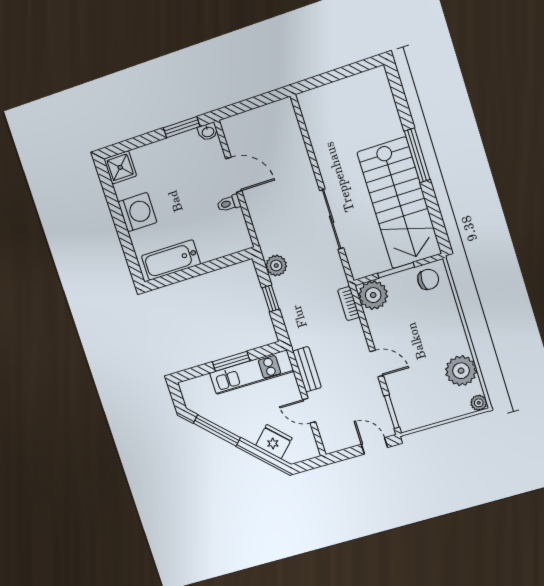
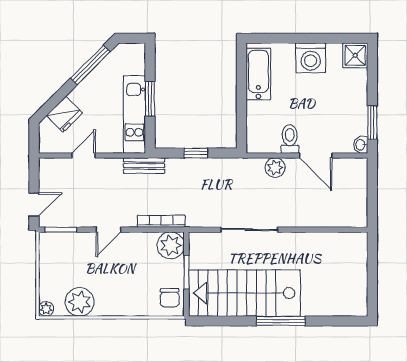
door: (234, 175) -> (316, 155), hinge flipped
toilet: (229, 203) -> (290, 139), width x1.37, depth x1.39
plant: (276, 265) -> (275, 168), moved
bookcase: (349, 304) -> (161, 221), width x1.56
bench: (307, 369) -> (144, 166), moved

